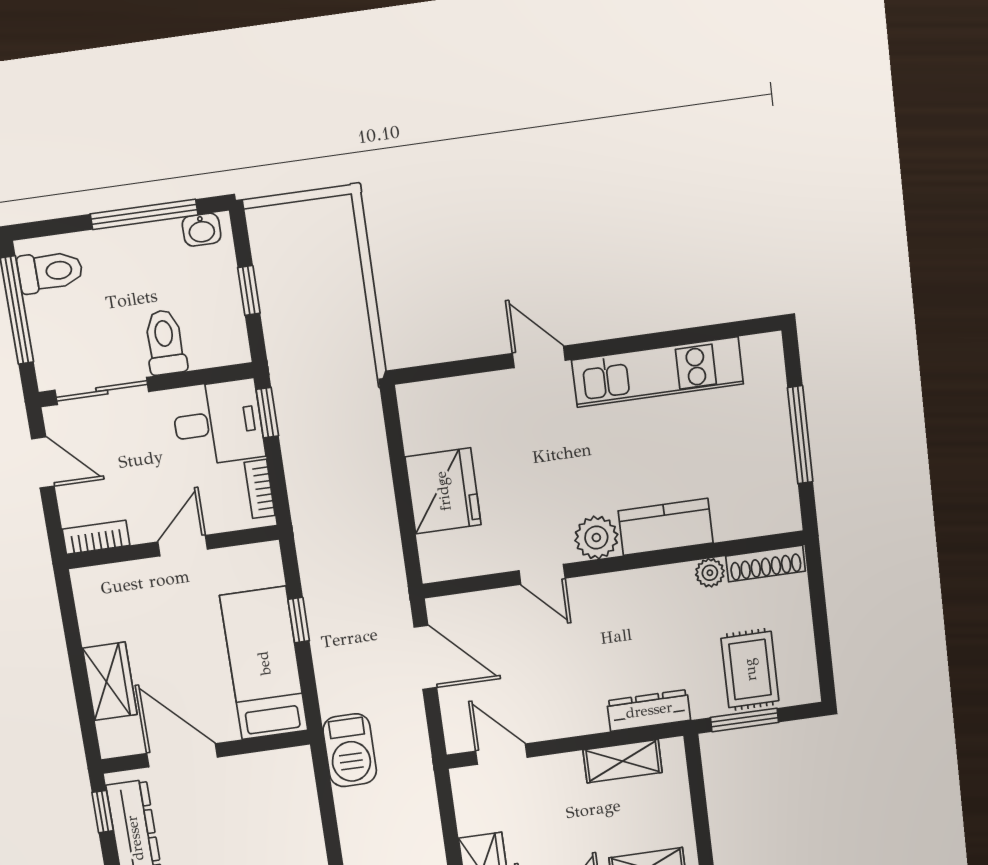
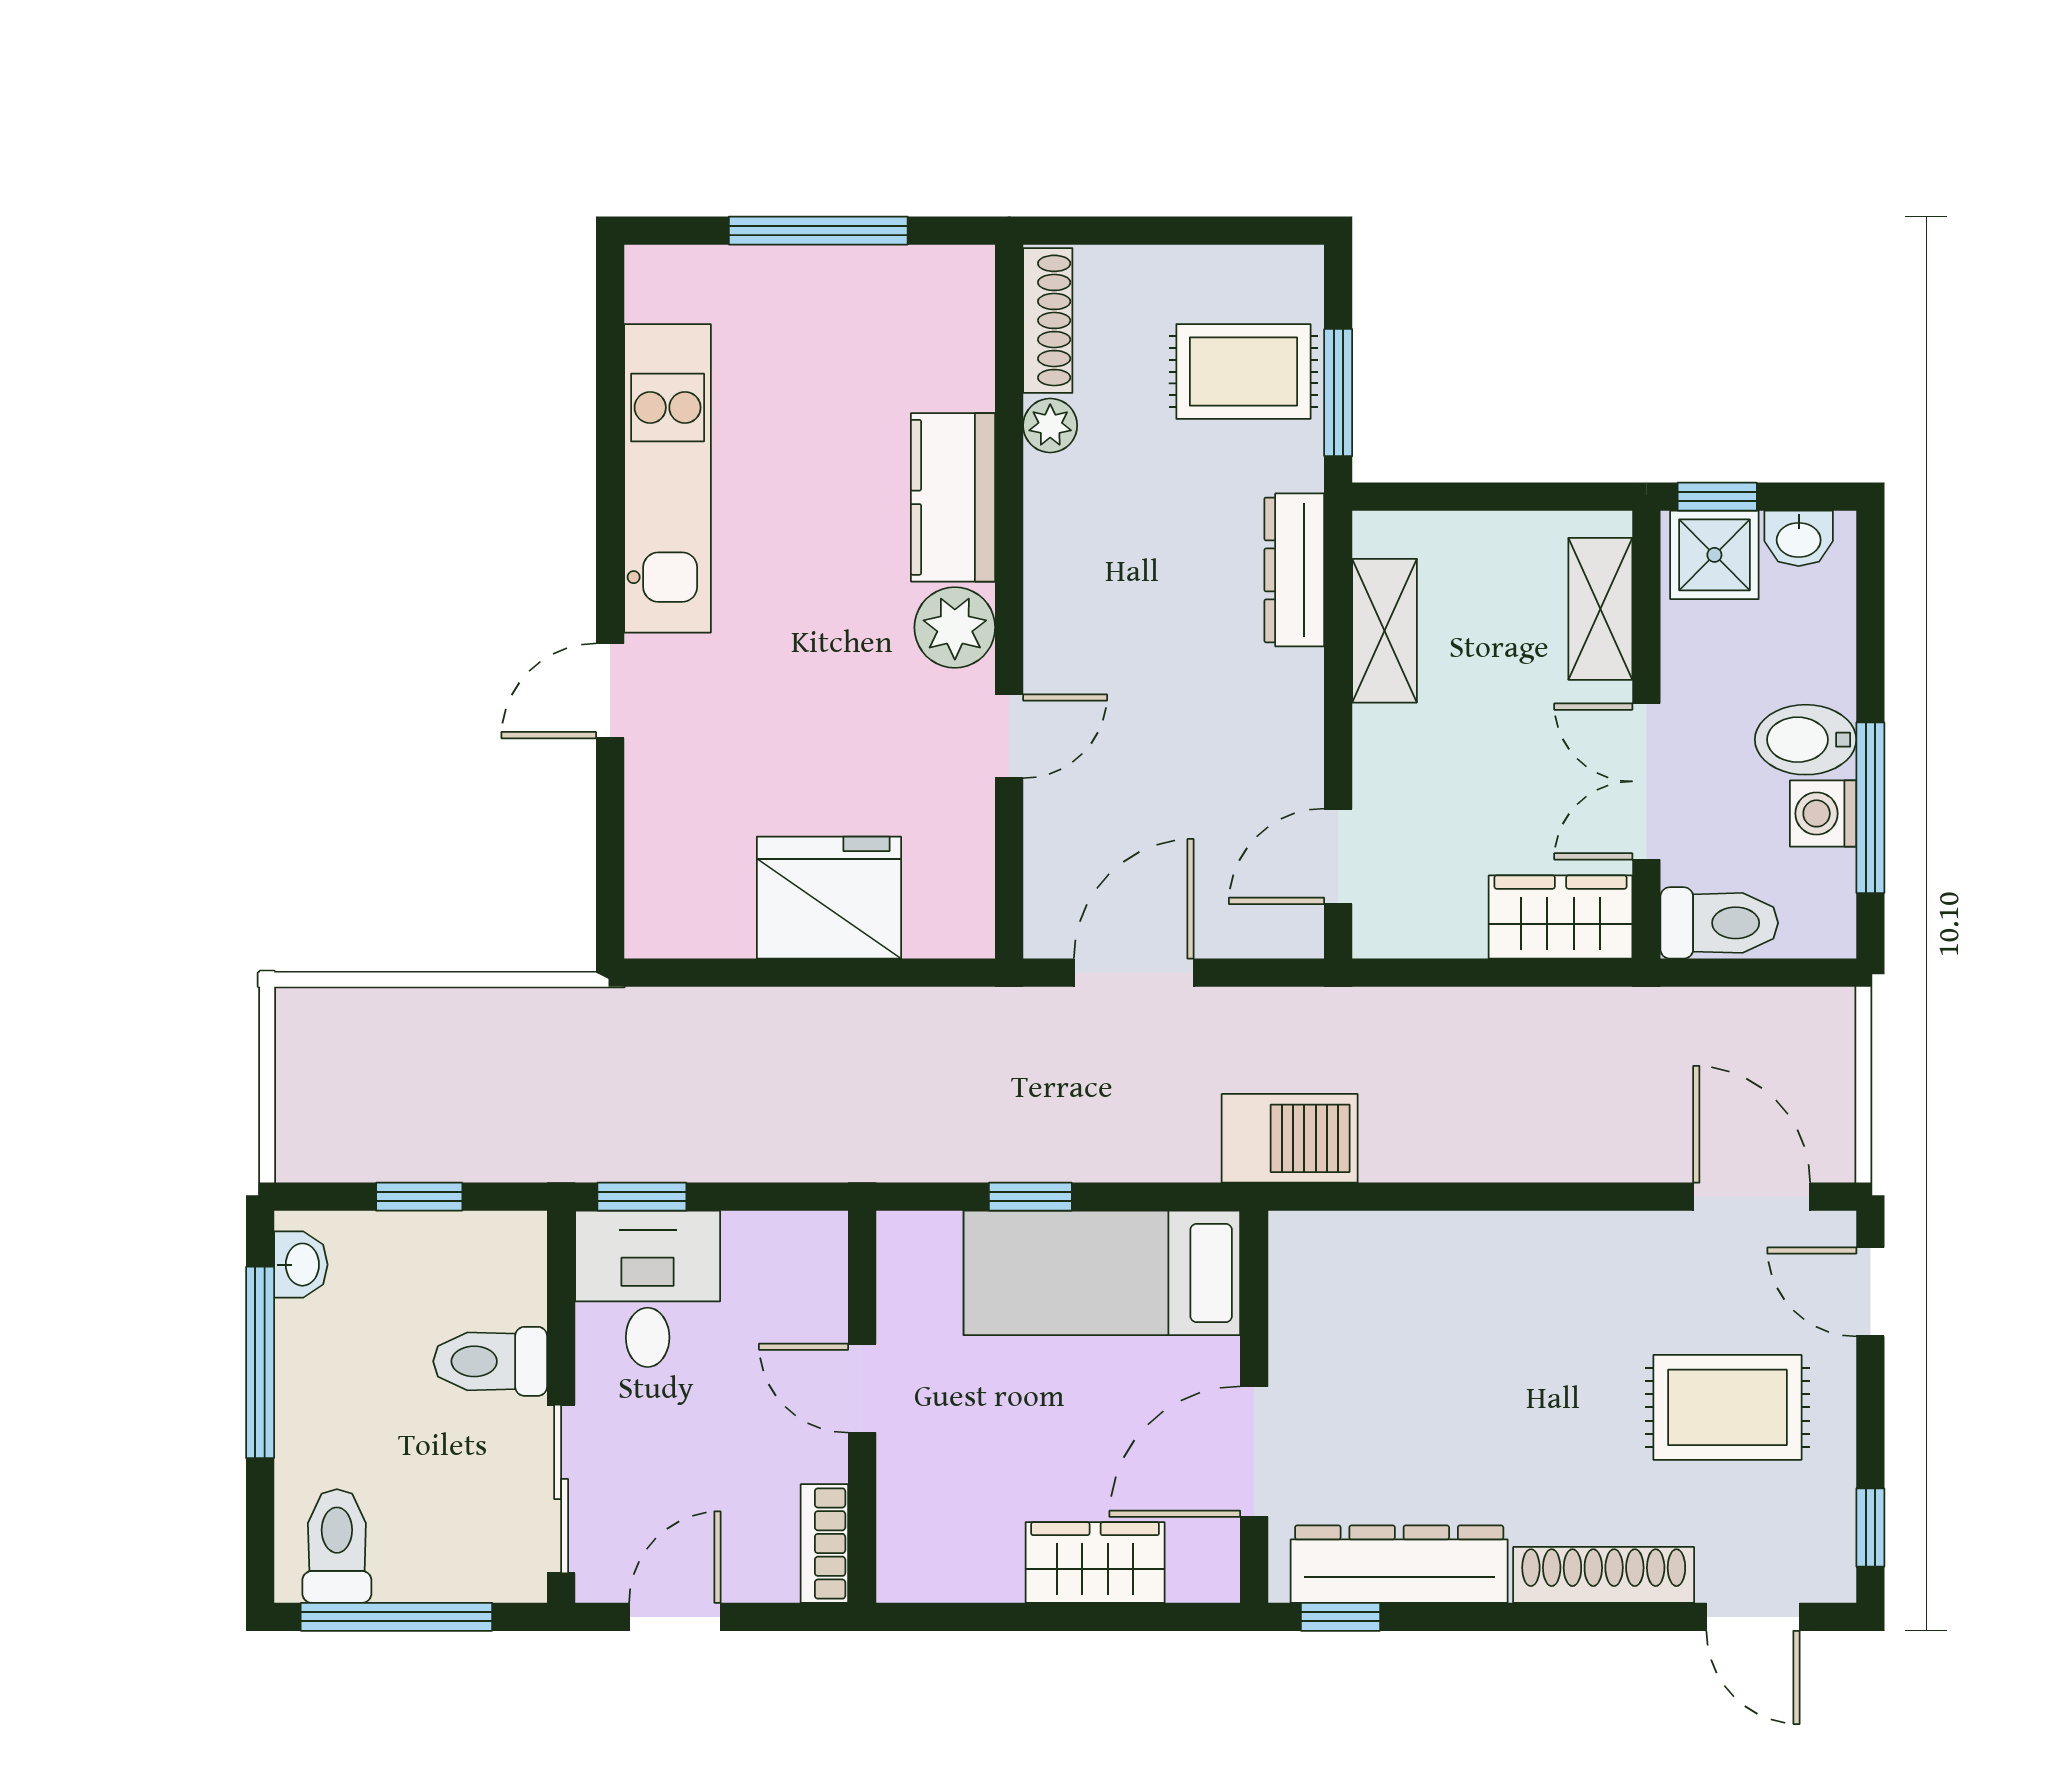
bookcase: (260, 489) -> (778, 1232), removed

